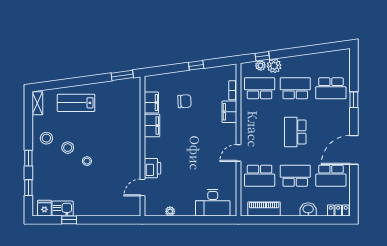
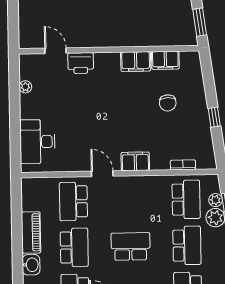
filing cabinet: (229, 112) -> (135, 161), moved
piano: (264, 209) -> (31, 232), moved

